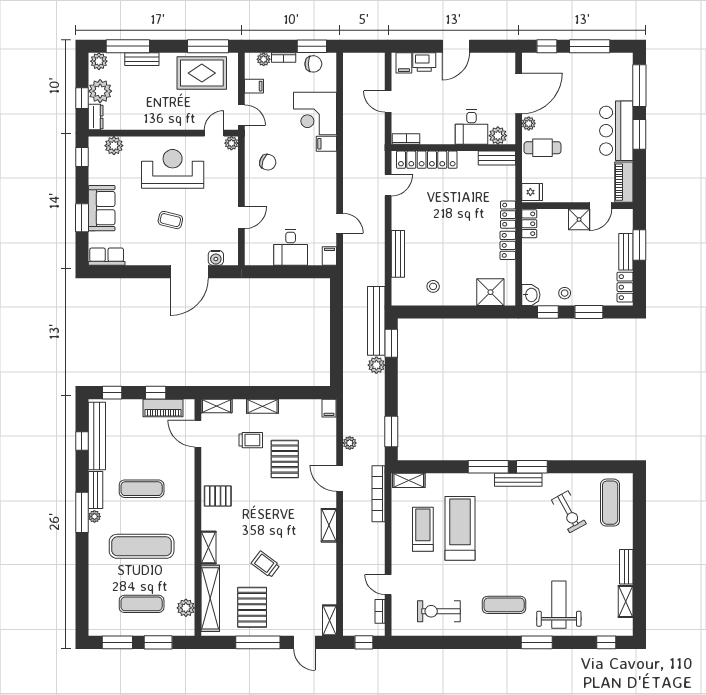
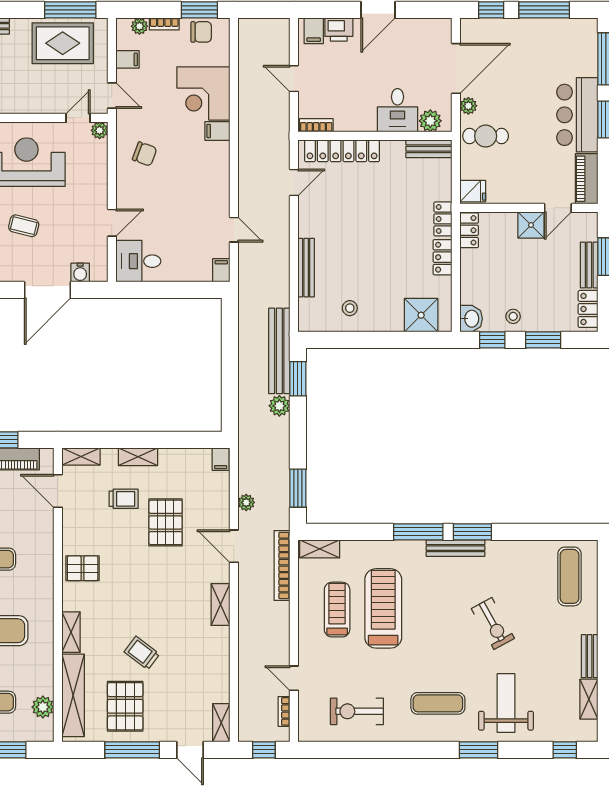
desk: (291, 247) -> (138, 261), moved, turned 90
exercise bike: (569, 512) -> (493, 624), moved

